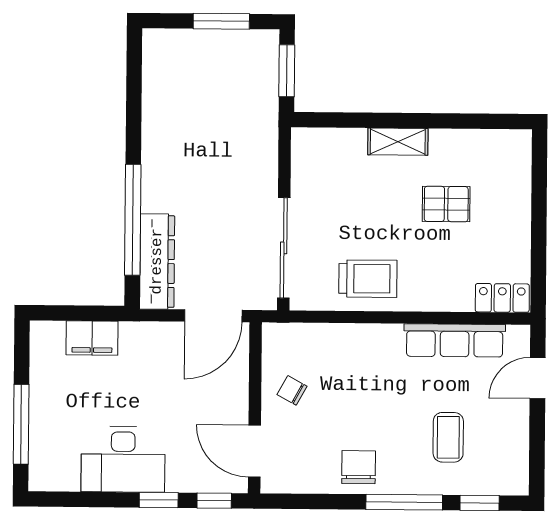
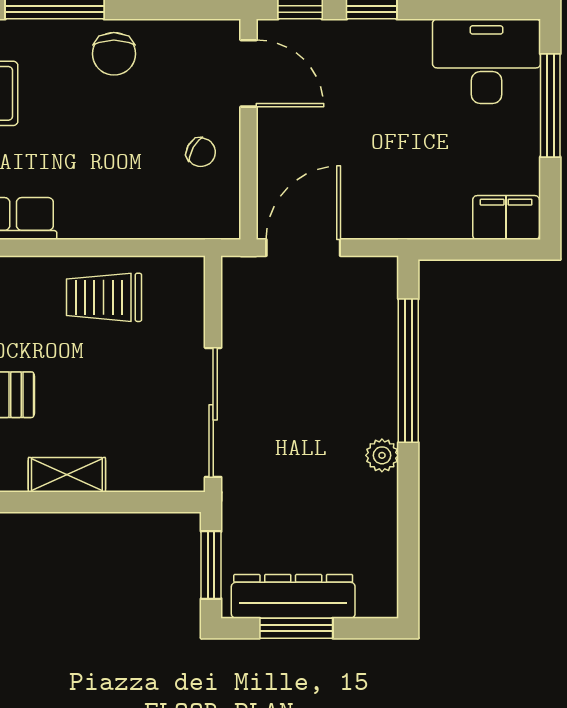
plant: (154, 154) -> (382, 455), added
sliding door: (284, 248) -> (213, 412), moved
dresser: (157, 261) -> (293, 596), moved, turned 90
filing cabinet: (92, 338) -> (506, 218), moved
desk: (123, 459) -> (487, 61), moved

